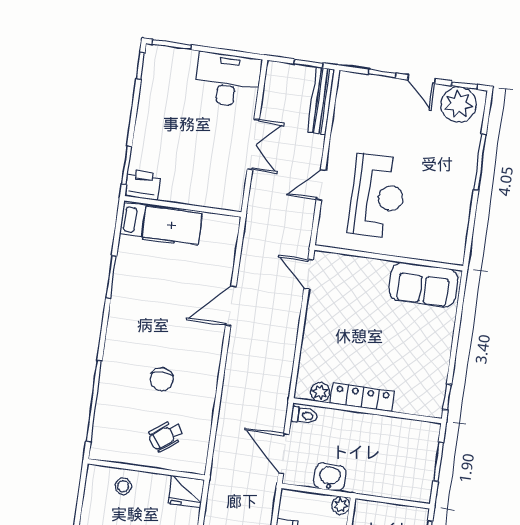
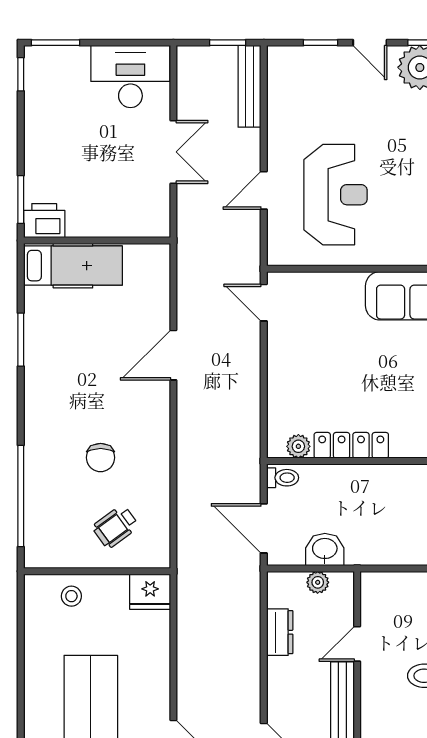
plant: (341, 505) -> (318, 582), moved

